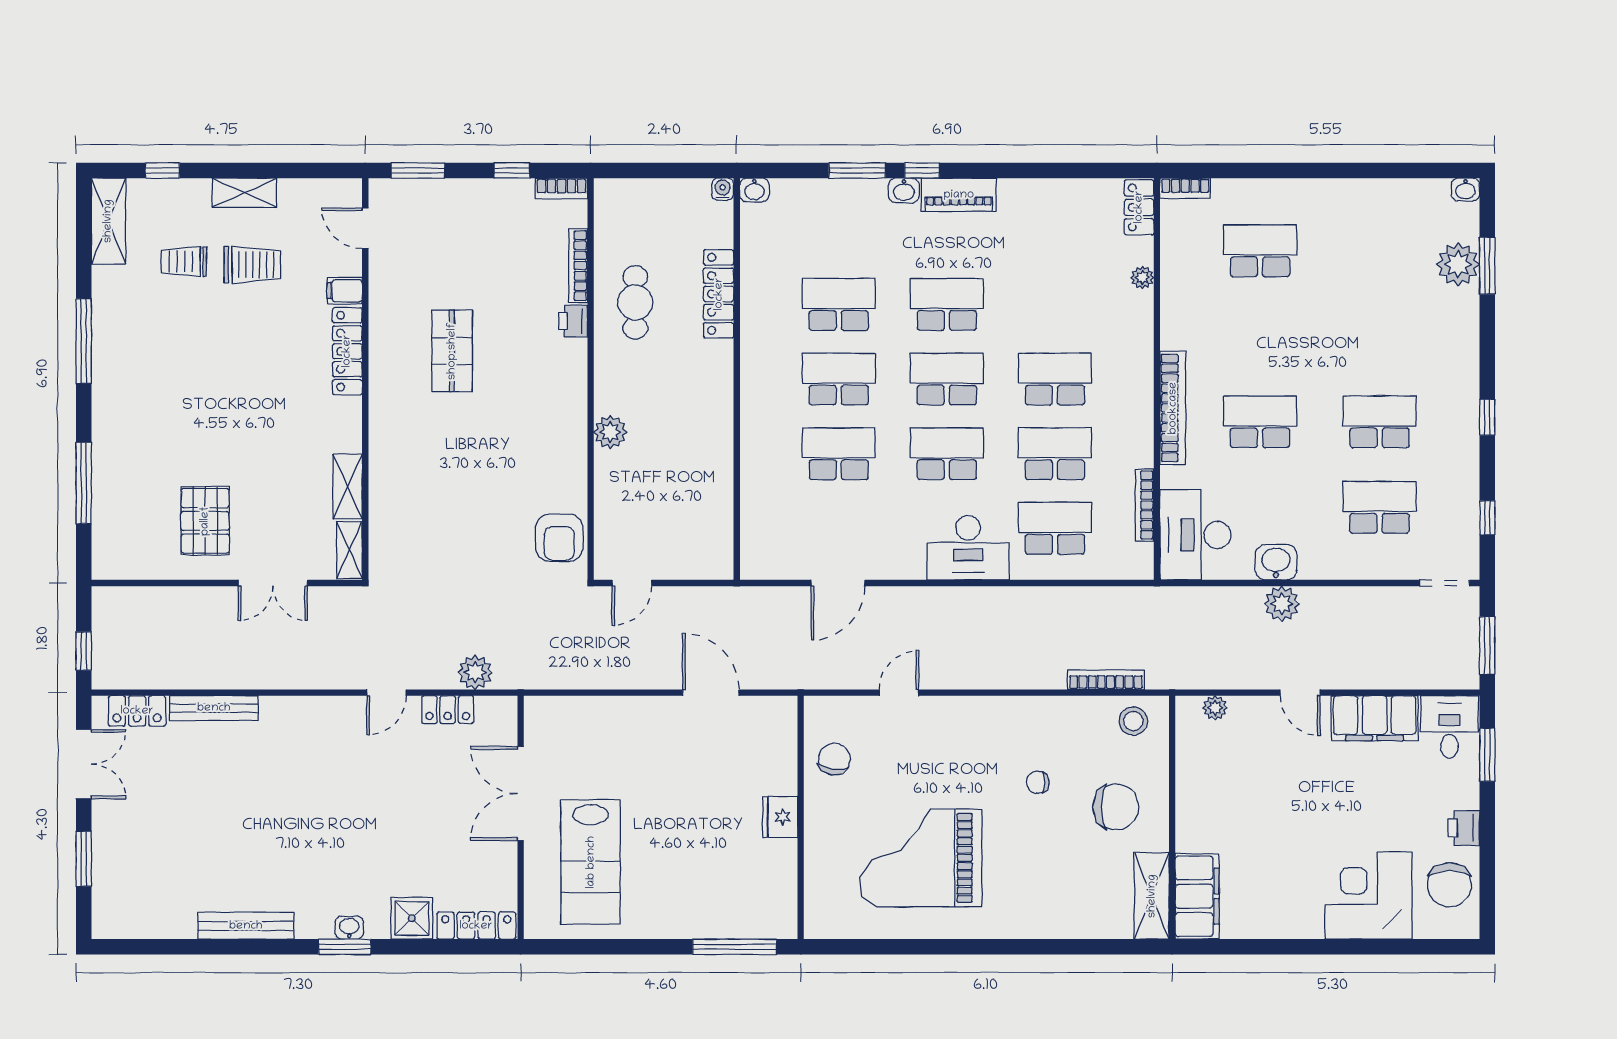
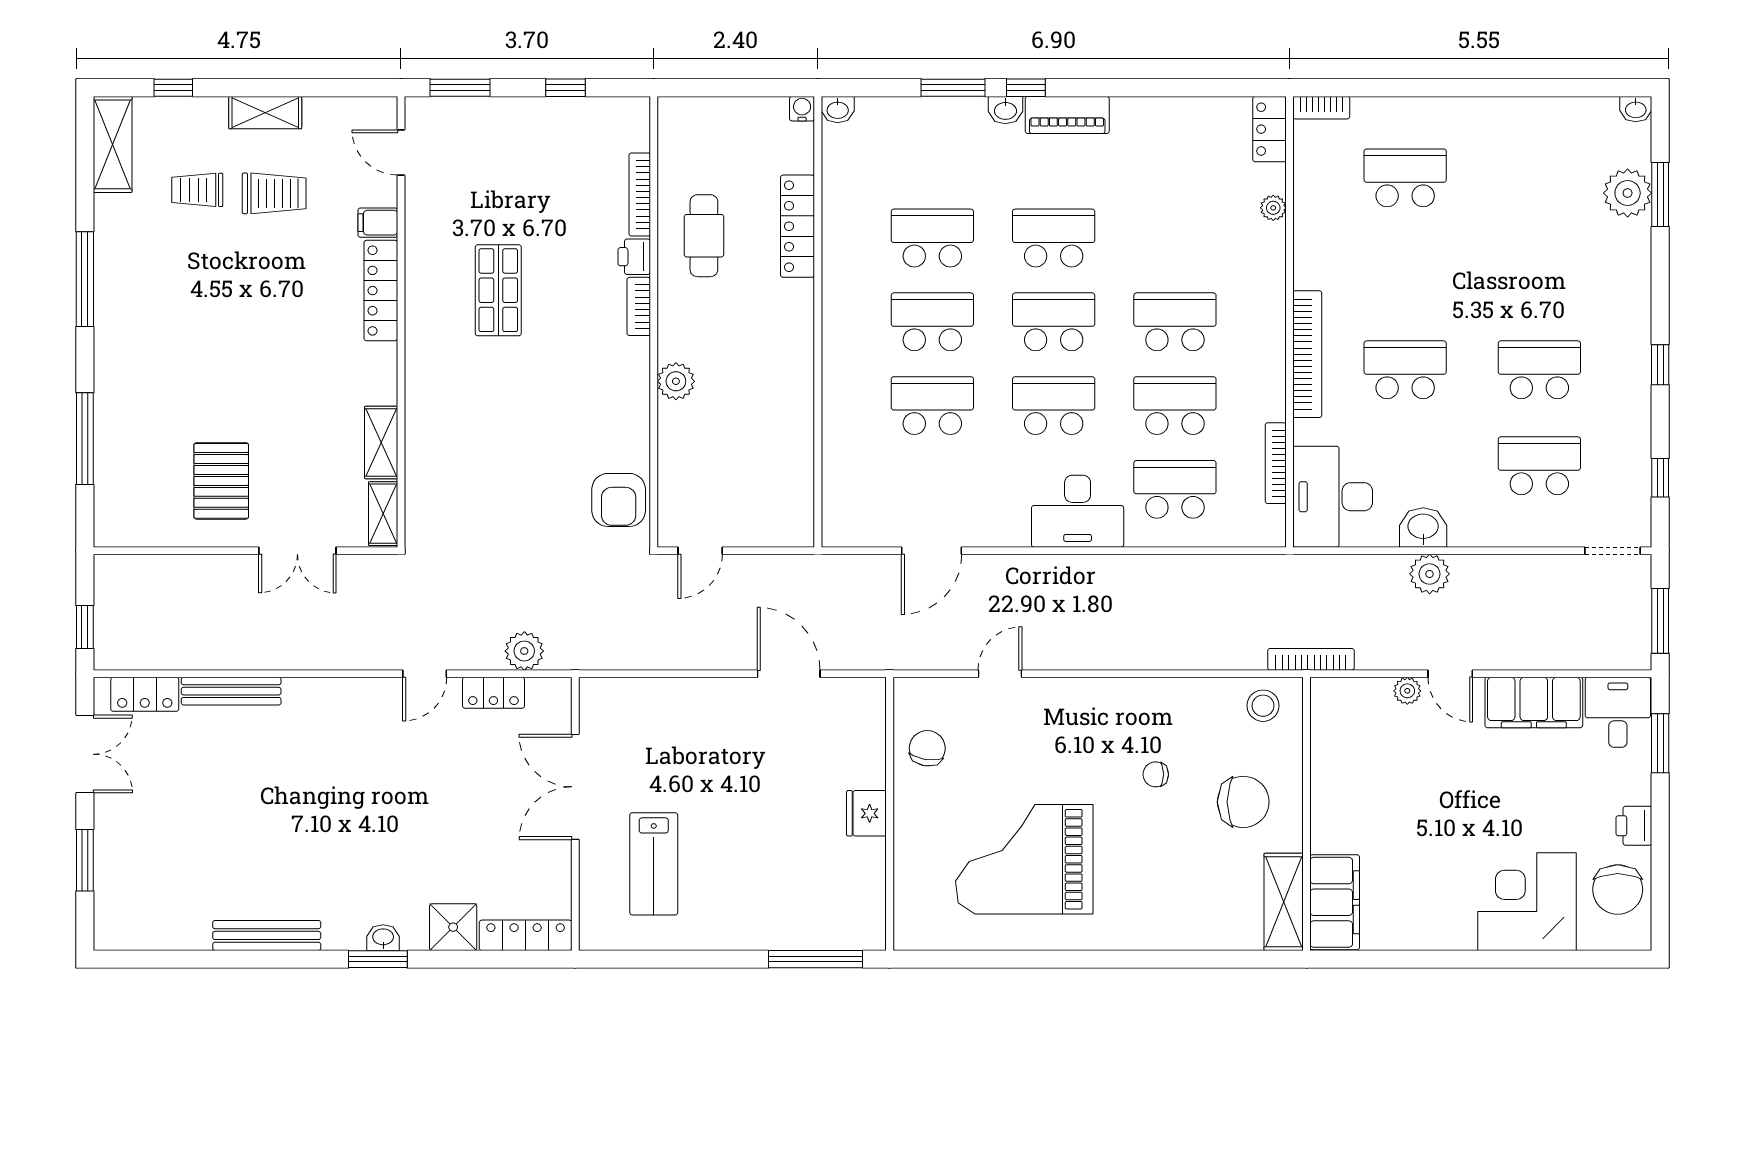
bookcase: (562, 188) -> (639, 306), moved, turned 90
bookcase: (1106, 680) -> (1311, 659), moved
plant: (1215, 708) -> (1407, 691), moved
lab bench: (591, 862) -> (654, 864), width x0.73, depth x0.72

